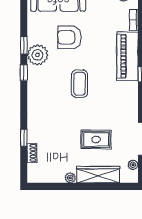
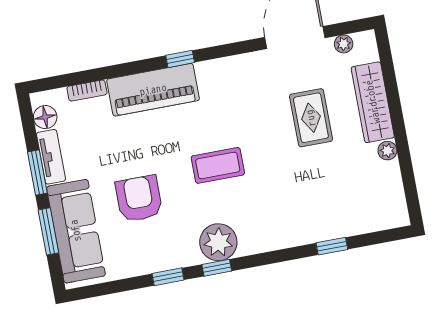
armchair: (70, 37) -> (139, 199), turned 180
plant: (38, 55) -> (218, 242), moved
shoe rack: (32, 153) -> (356, 227), removed

